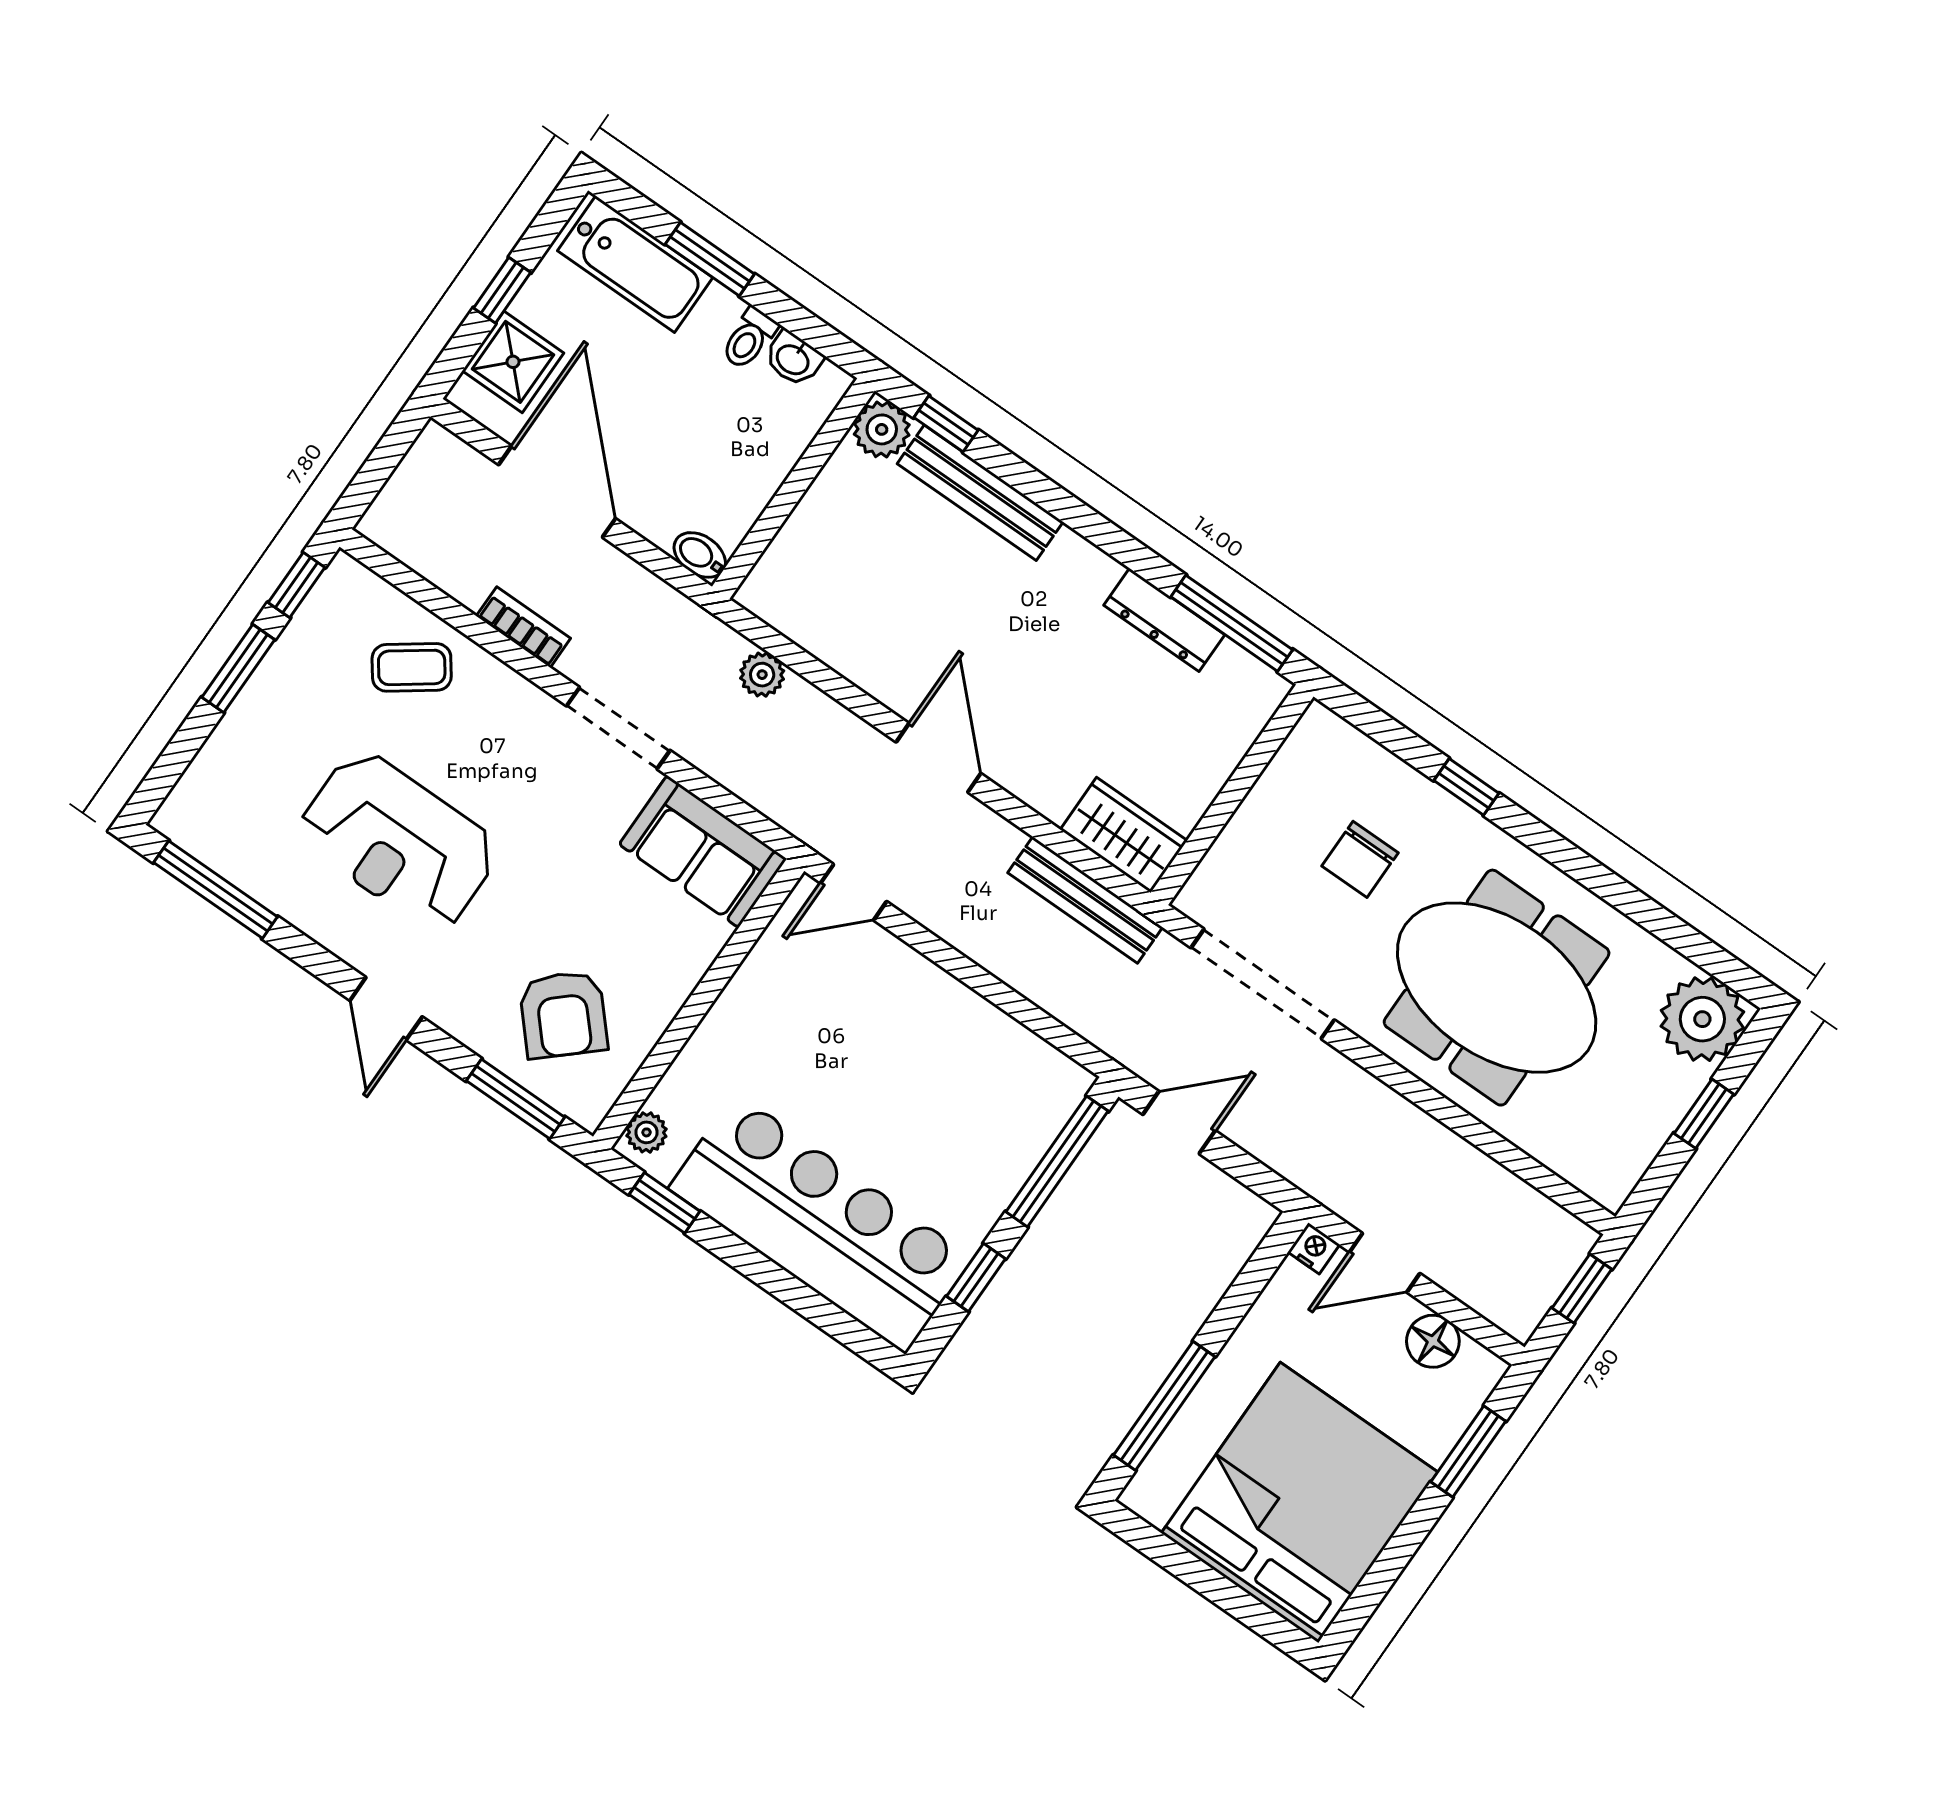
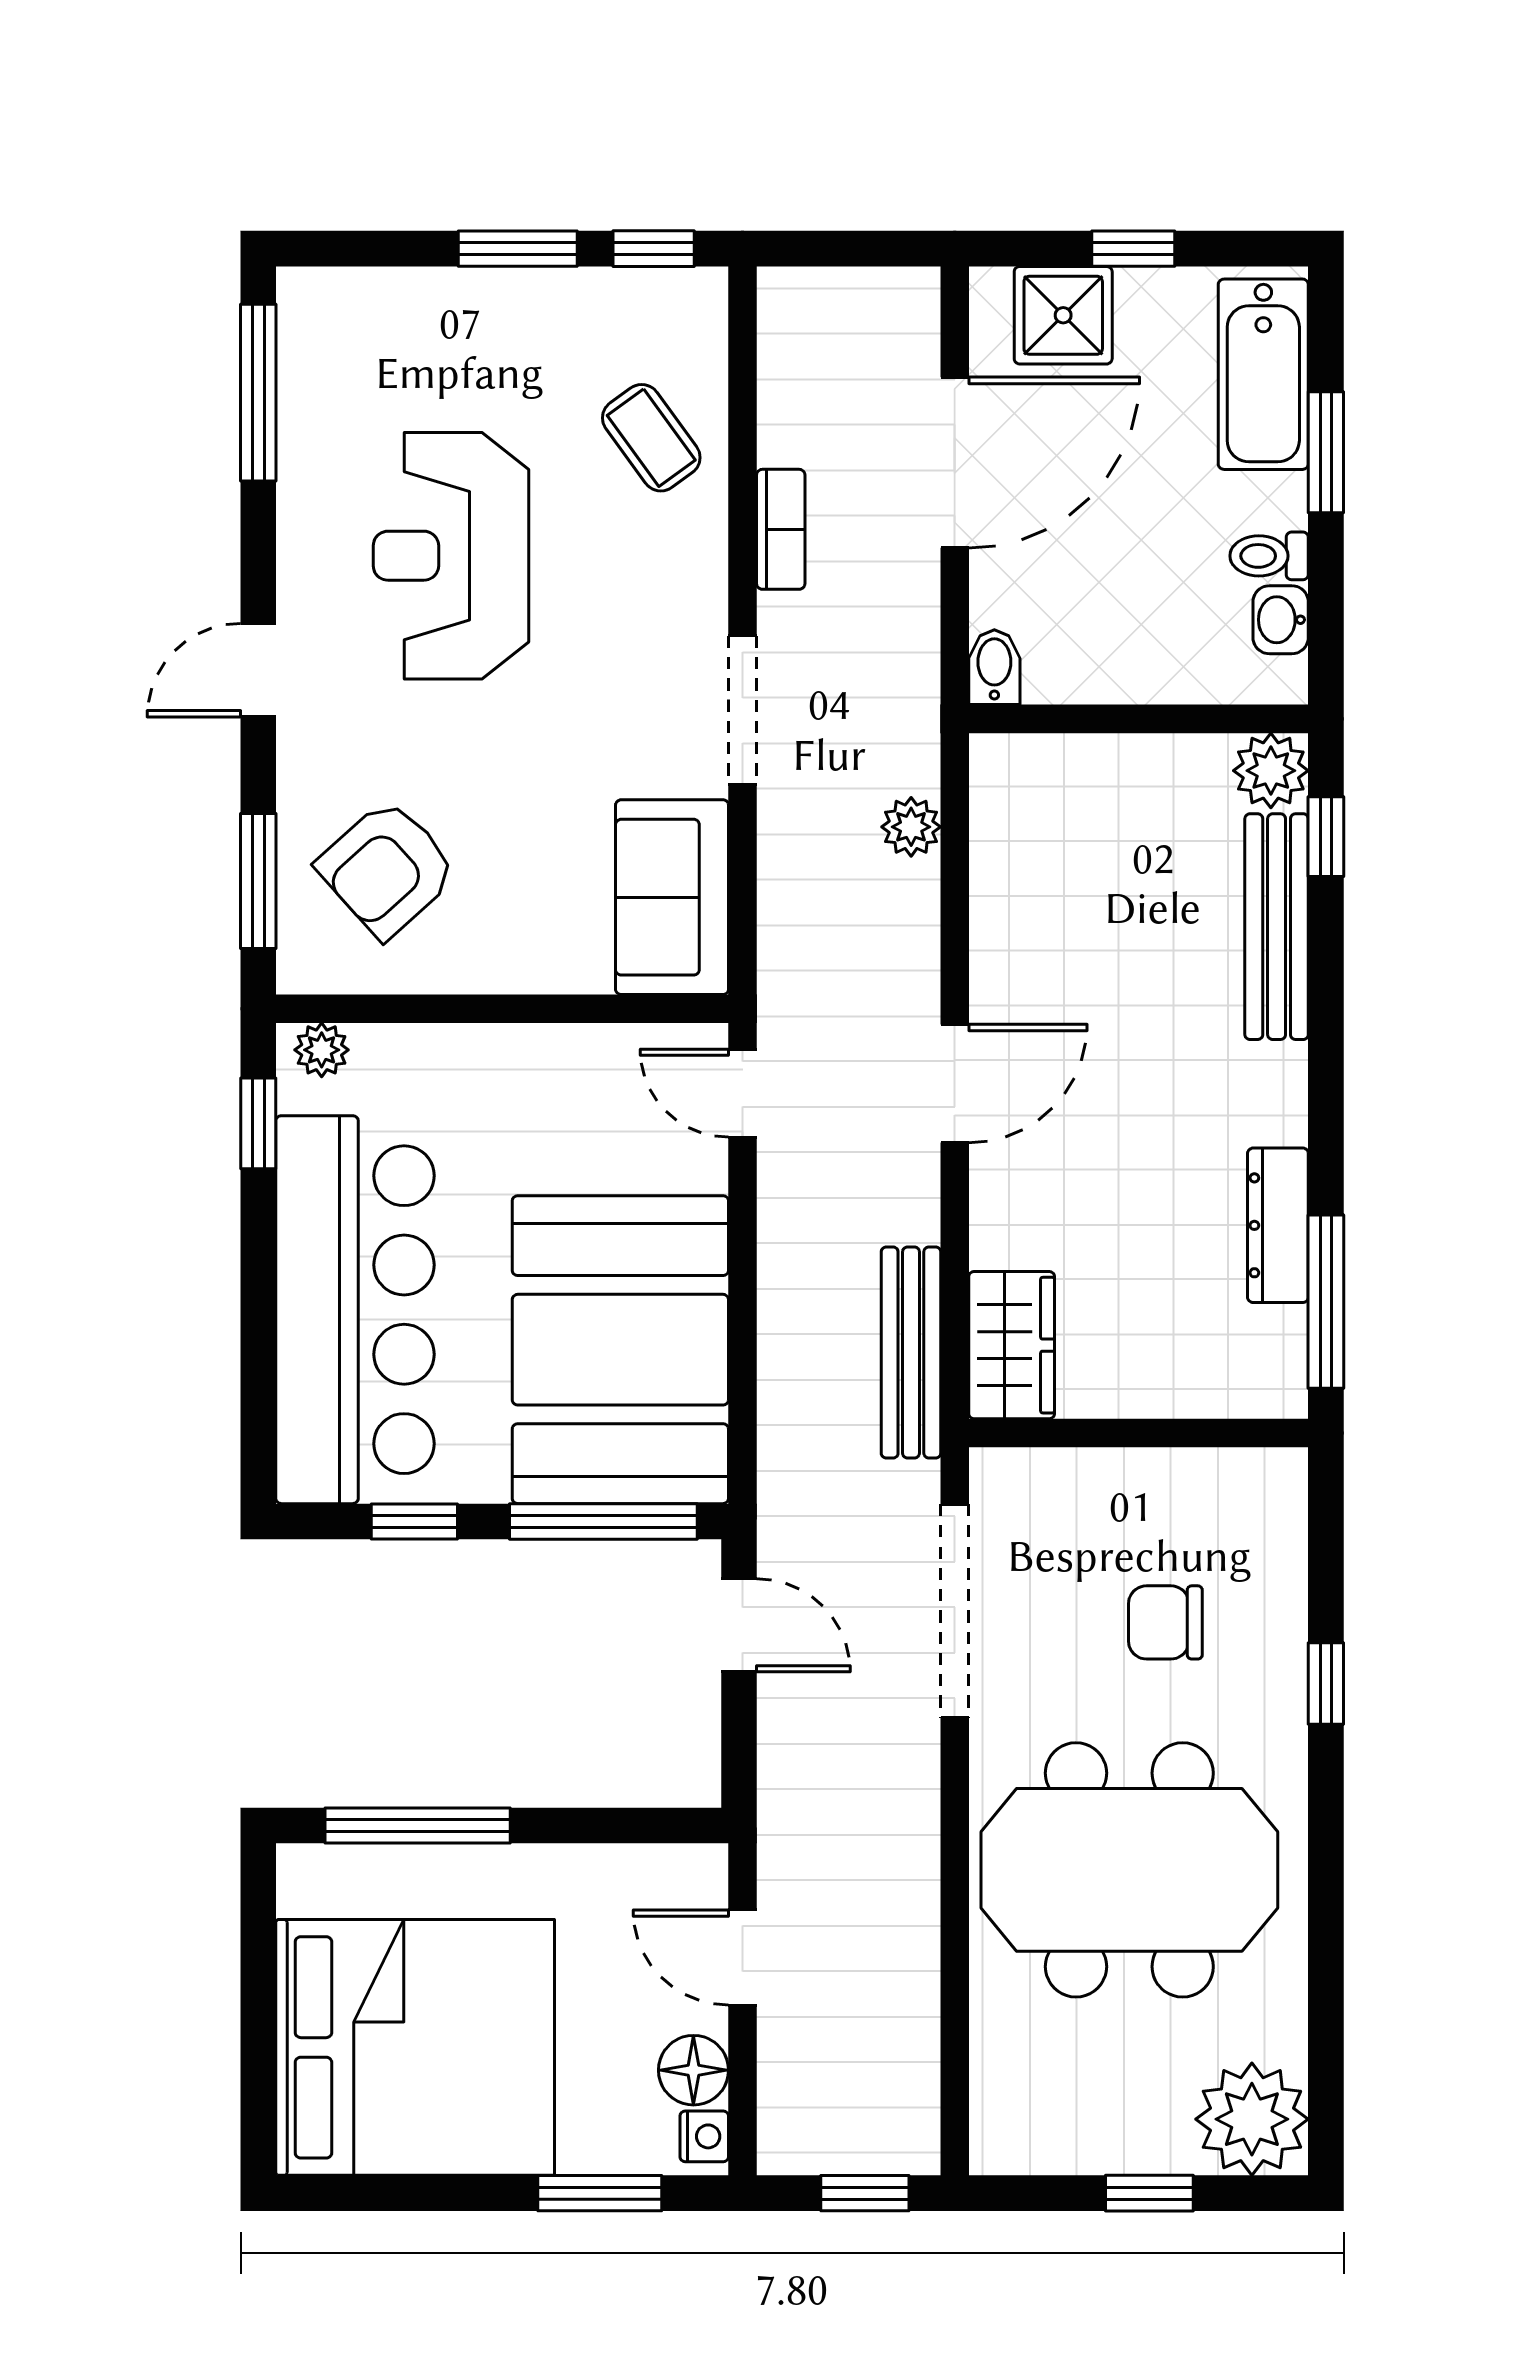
meeting table: (1497, 988) -> (1129, 1870), turned 90
booth: (959, 1077) -> (620, 1350), added
nightstand: (1314, 1248) -> (704, 2136), moved

